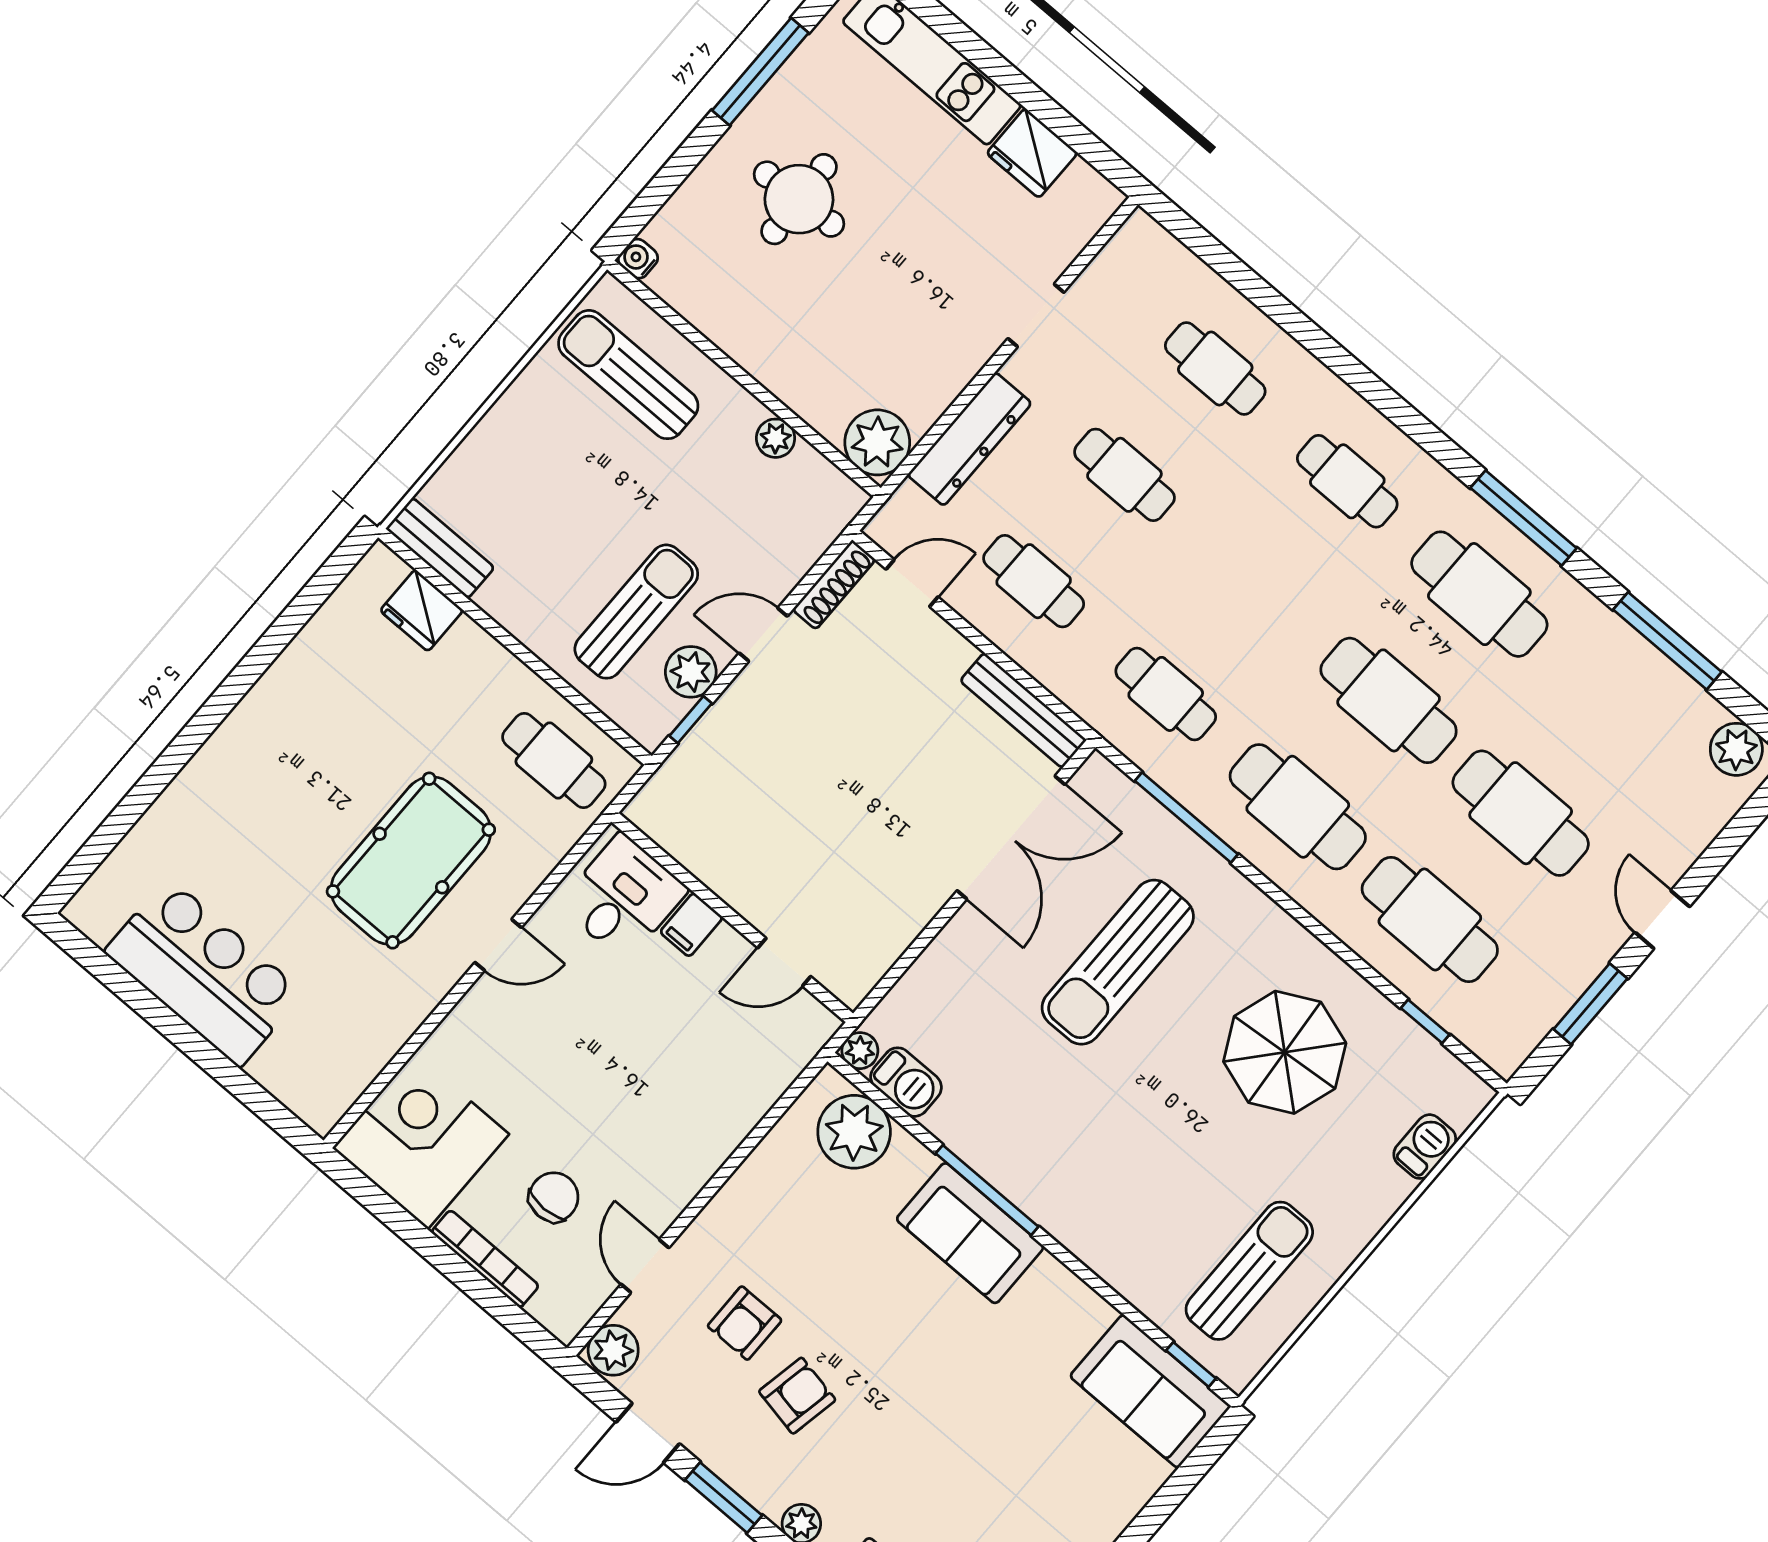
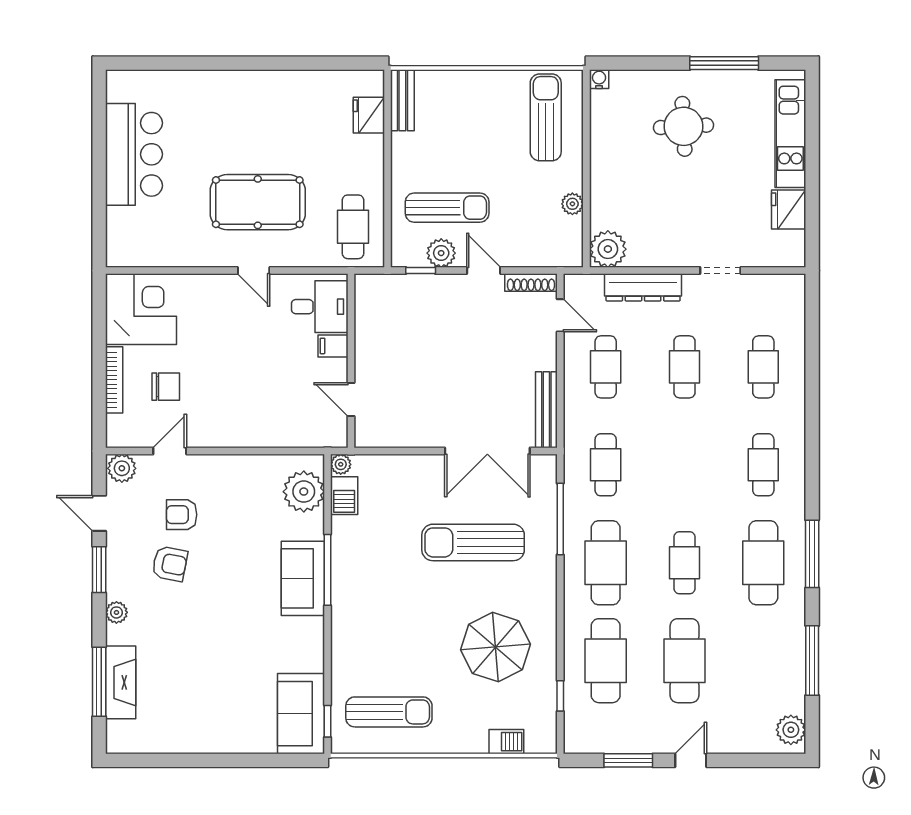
cafe table: (1389, 700) -> (684, 563), width x0.73, depth x0.74

